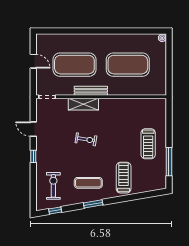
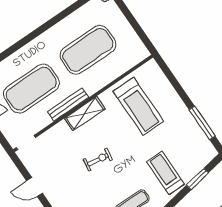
shelving: (83, 104) -> (85, 114), moved
treadmill: (148, 144) -> (138, 106), moved, width x1.37, depth x1.38
window: (141, 196) -> (197, 179), added

